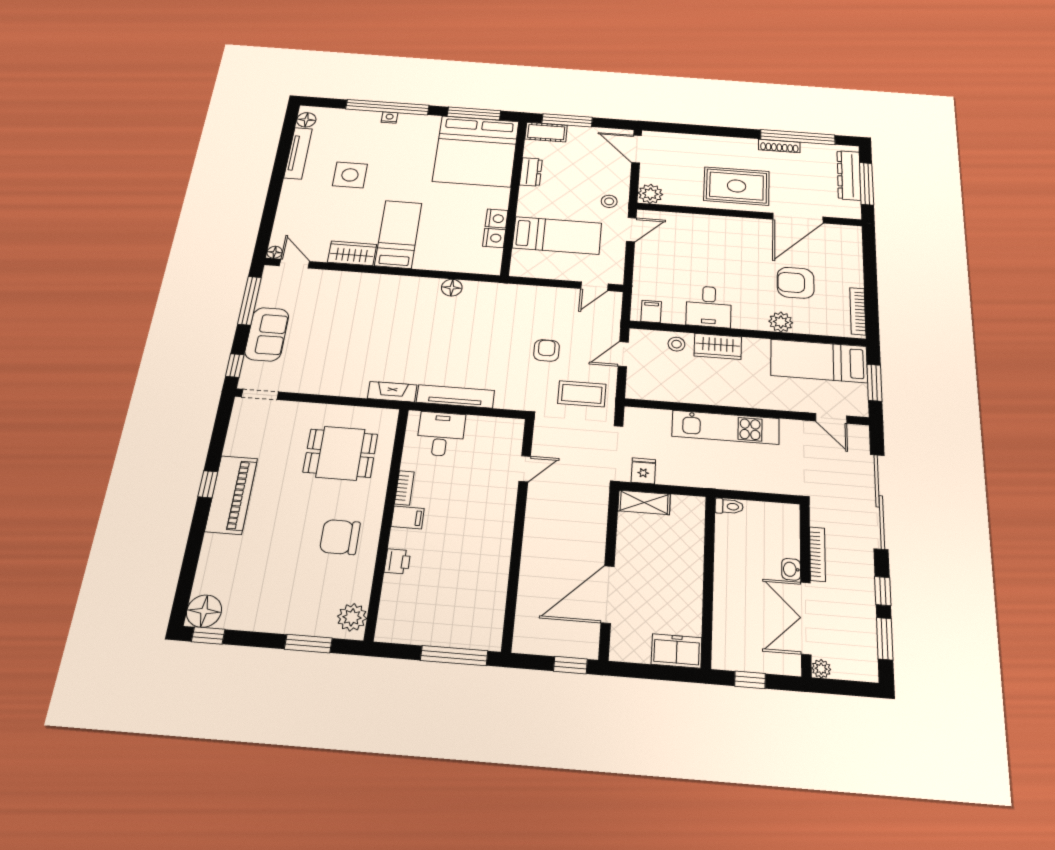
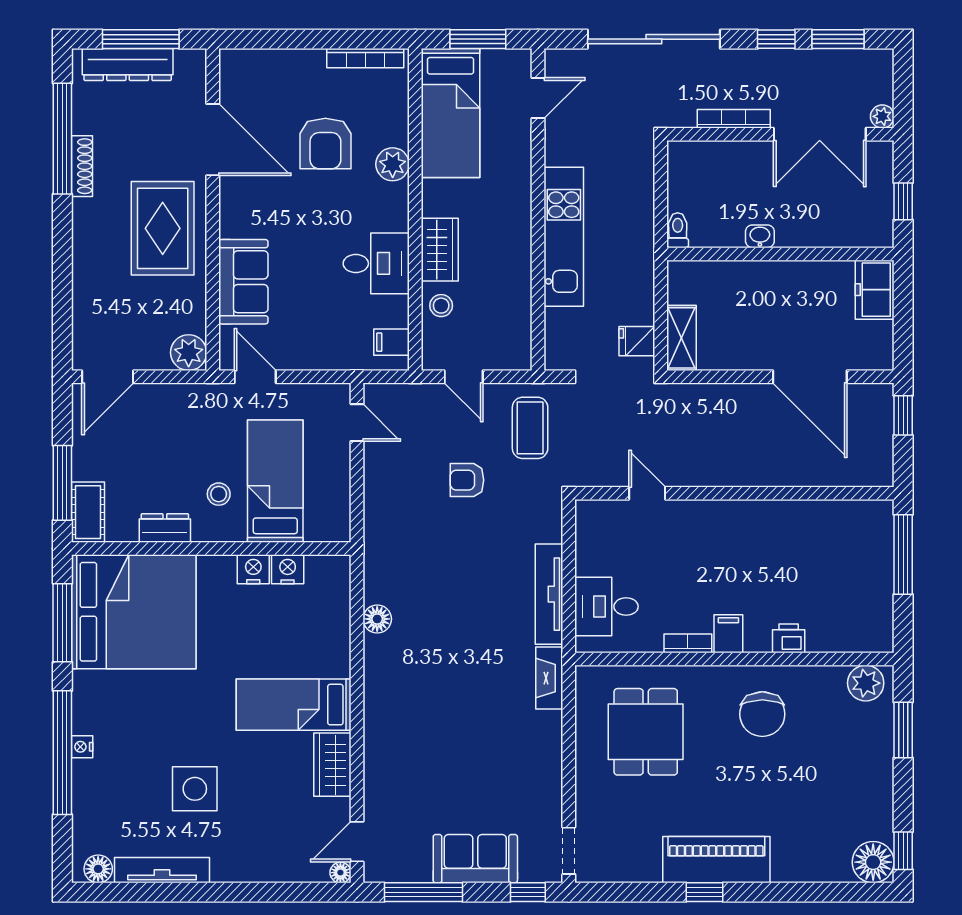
stool: (609, 201) -> (219, 494), moved
sofa: (698, 228) -> (243, 282), added
washbasin: (791, 569) -> (760, 236), moved, turned 180

